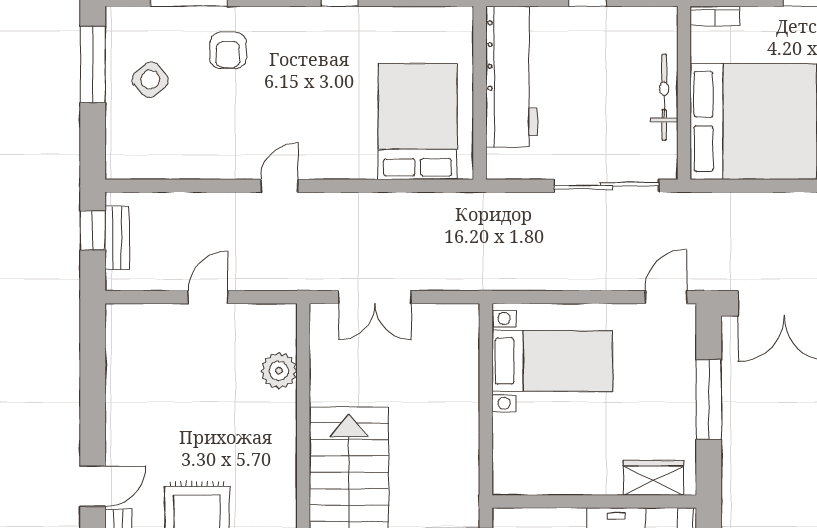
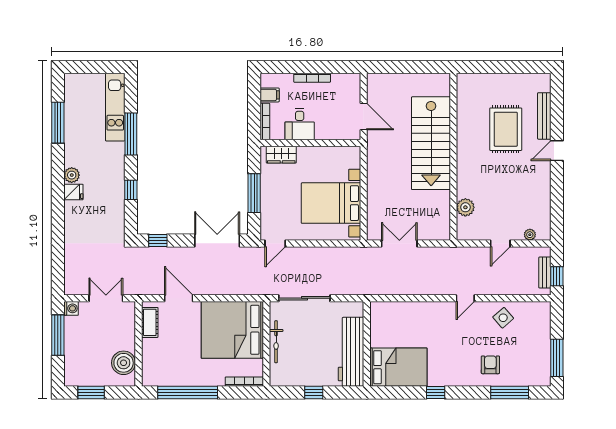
bookcase: (715, 16) -> (244, 382), width x1.56
side table: (150, 80) -> (503, 318), moved
bed: (418, 121) -> (398, 367), moved, turned -90
double door: (375, 297) -> (399, 243), moved
plant: (148, 315) -> (530, 235), added
bed with nightstands: (552, 361) -> (331, 203), width x1.36

